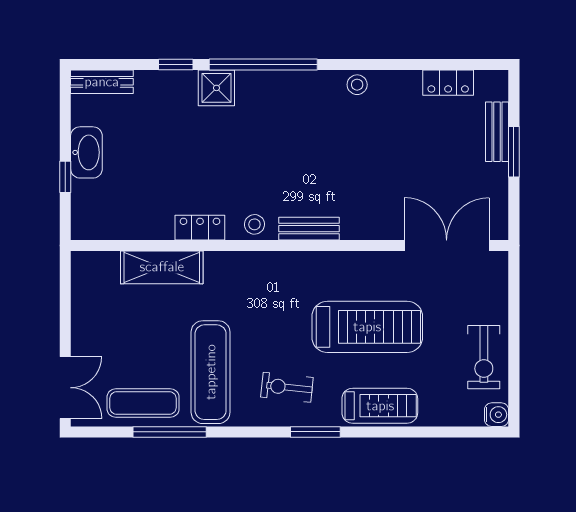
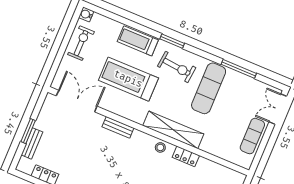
bench: (309, 229) -> (118, 127), moved
double door: (447, 246) -> (77, 101), swing flipped
shelving: (162, 267) -> (173, 130), moved, width x1.47
exercise bike: (287, 387) -> (177, 67), width x1.38, depth x1.39
exercise mat: (143, 403) -> (252, 136), moved, turned 90

